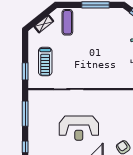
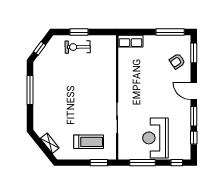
exercise mat: (67, 22) -> (48, 119), removed
reception desk: (79, 128) -> (155, 138), moved, turned 180

